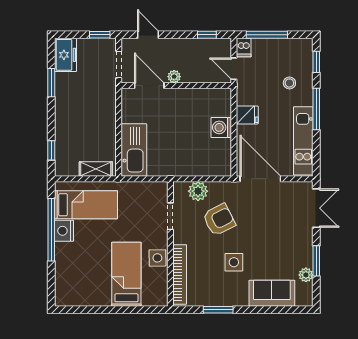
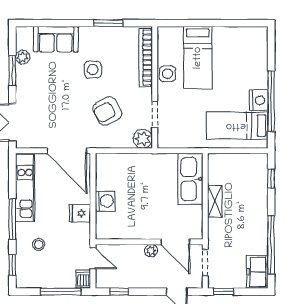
window: (51, 83) -> (271, 245), width x2.11
shelving: (96, 169) -> (215, 202), moved, turned 90
plant: (198, 191) -> (143, 139), moved

